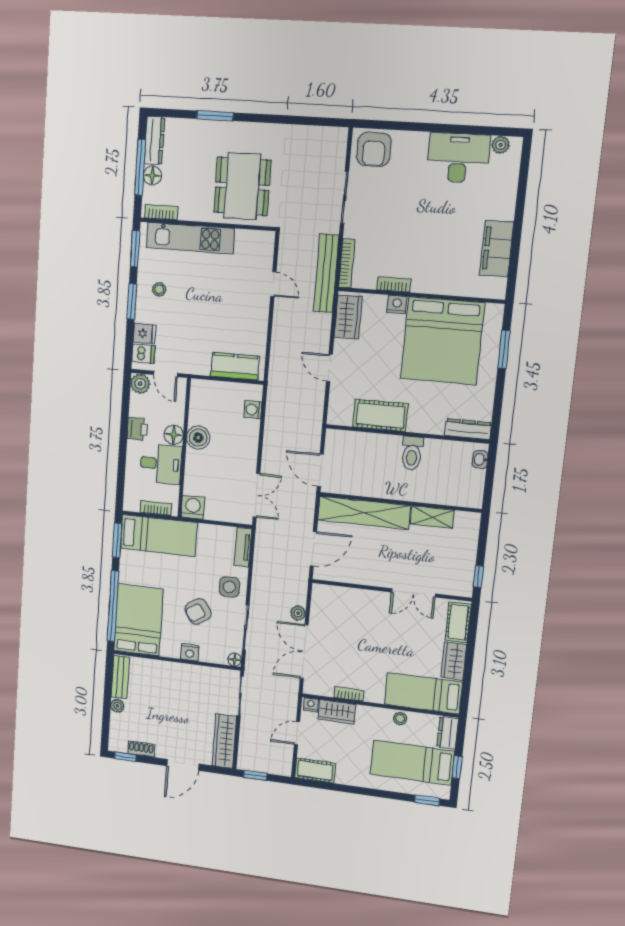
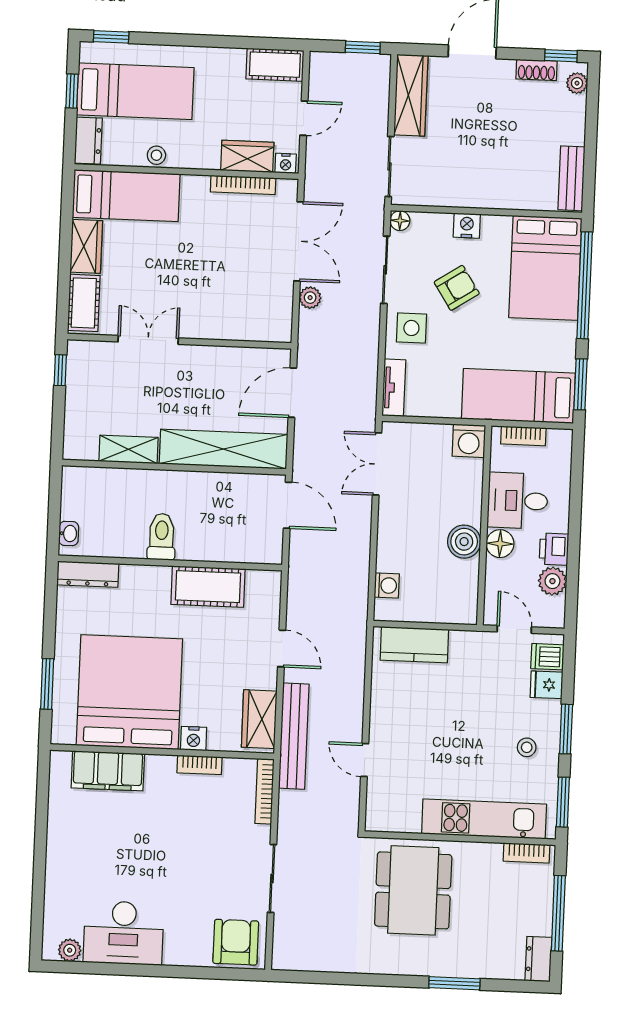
dresser: (154, 141) -> (538, 959), width x0.70
floor lamp: (152, 176) -> (540, 902), removed
filing cabinet: (497, 249) -> (108, 771), moved, turned 90
bench: (326, 273) -> (294, 736), moved
plant: (140, 384) -> (552, 581), moved
bookcase: (349, 694) -> (243, 185), width x1.56
plant: (117, 706) -> (577, 83), moved

